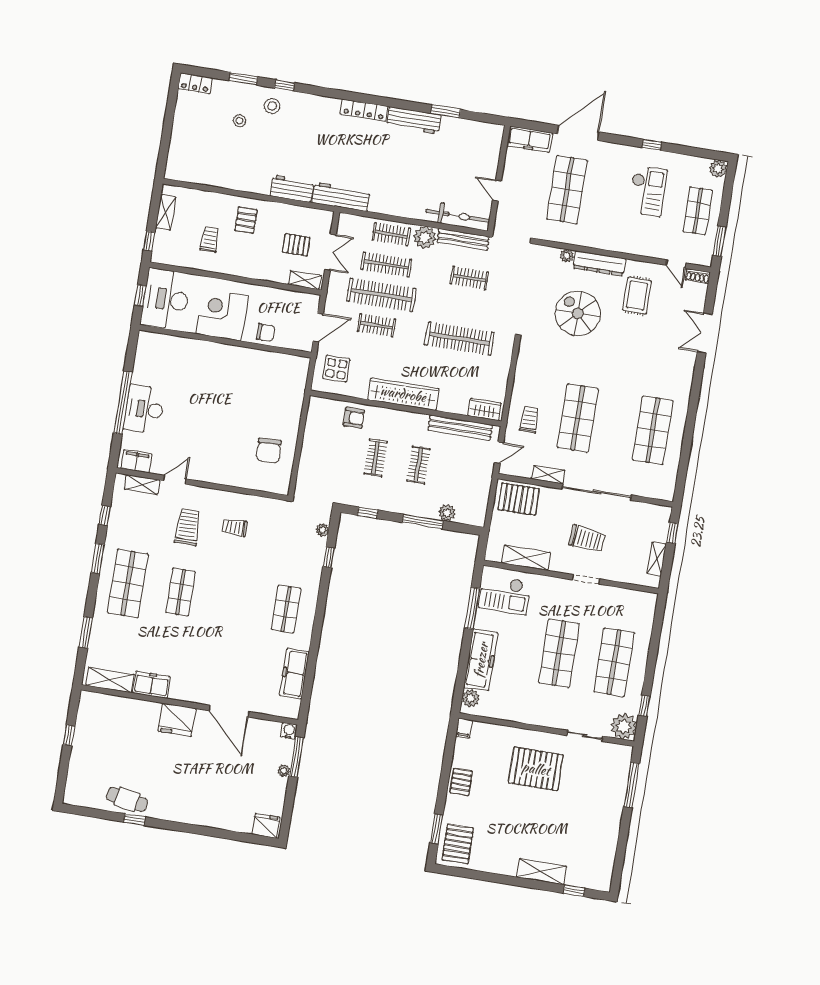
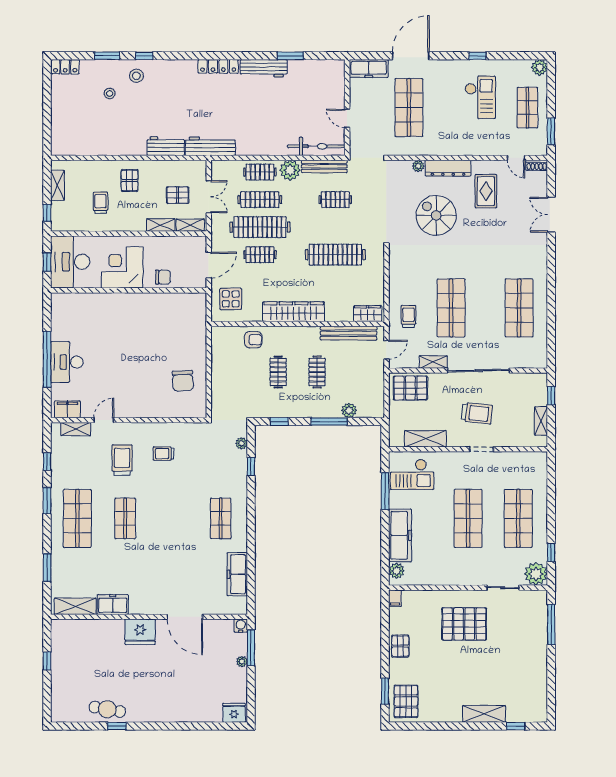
shelving: (272, 275) -> (161, 225), added

